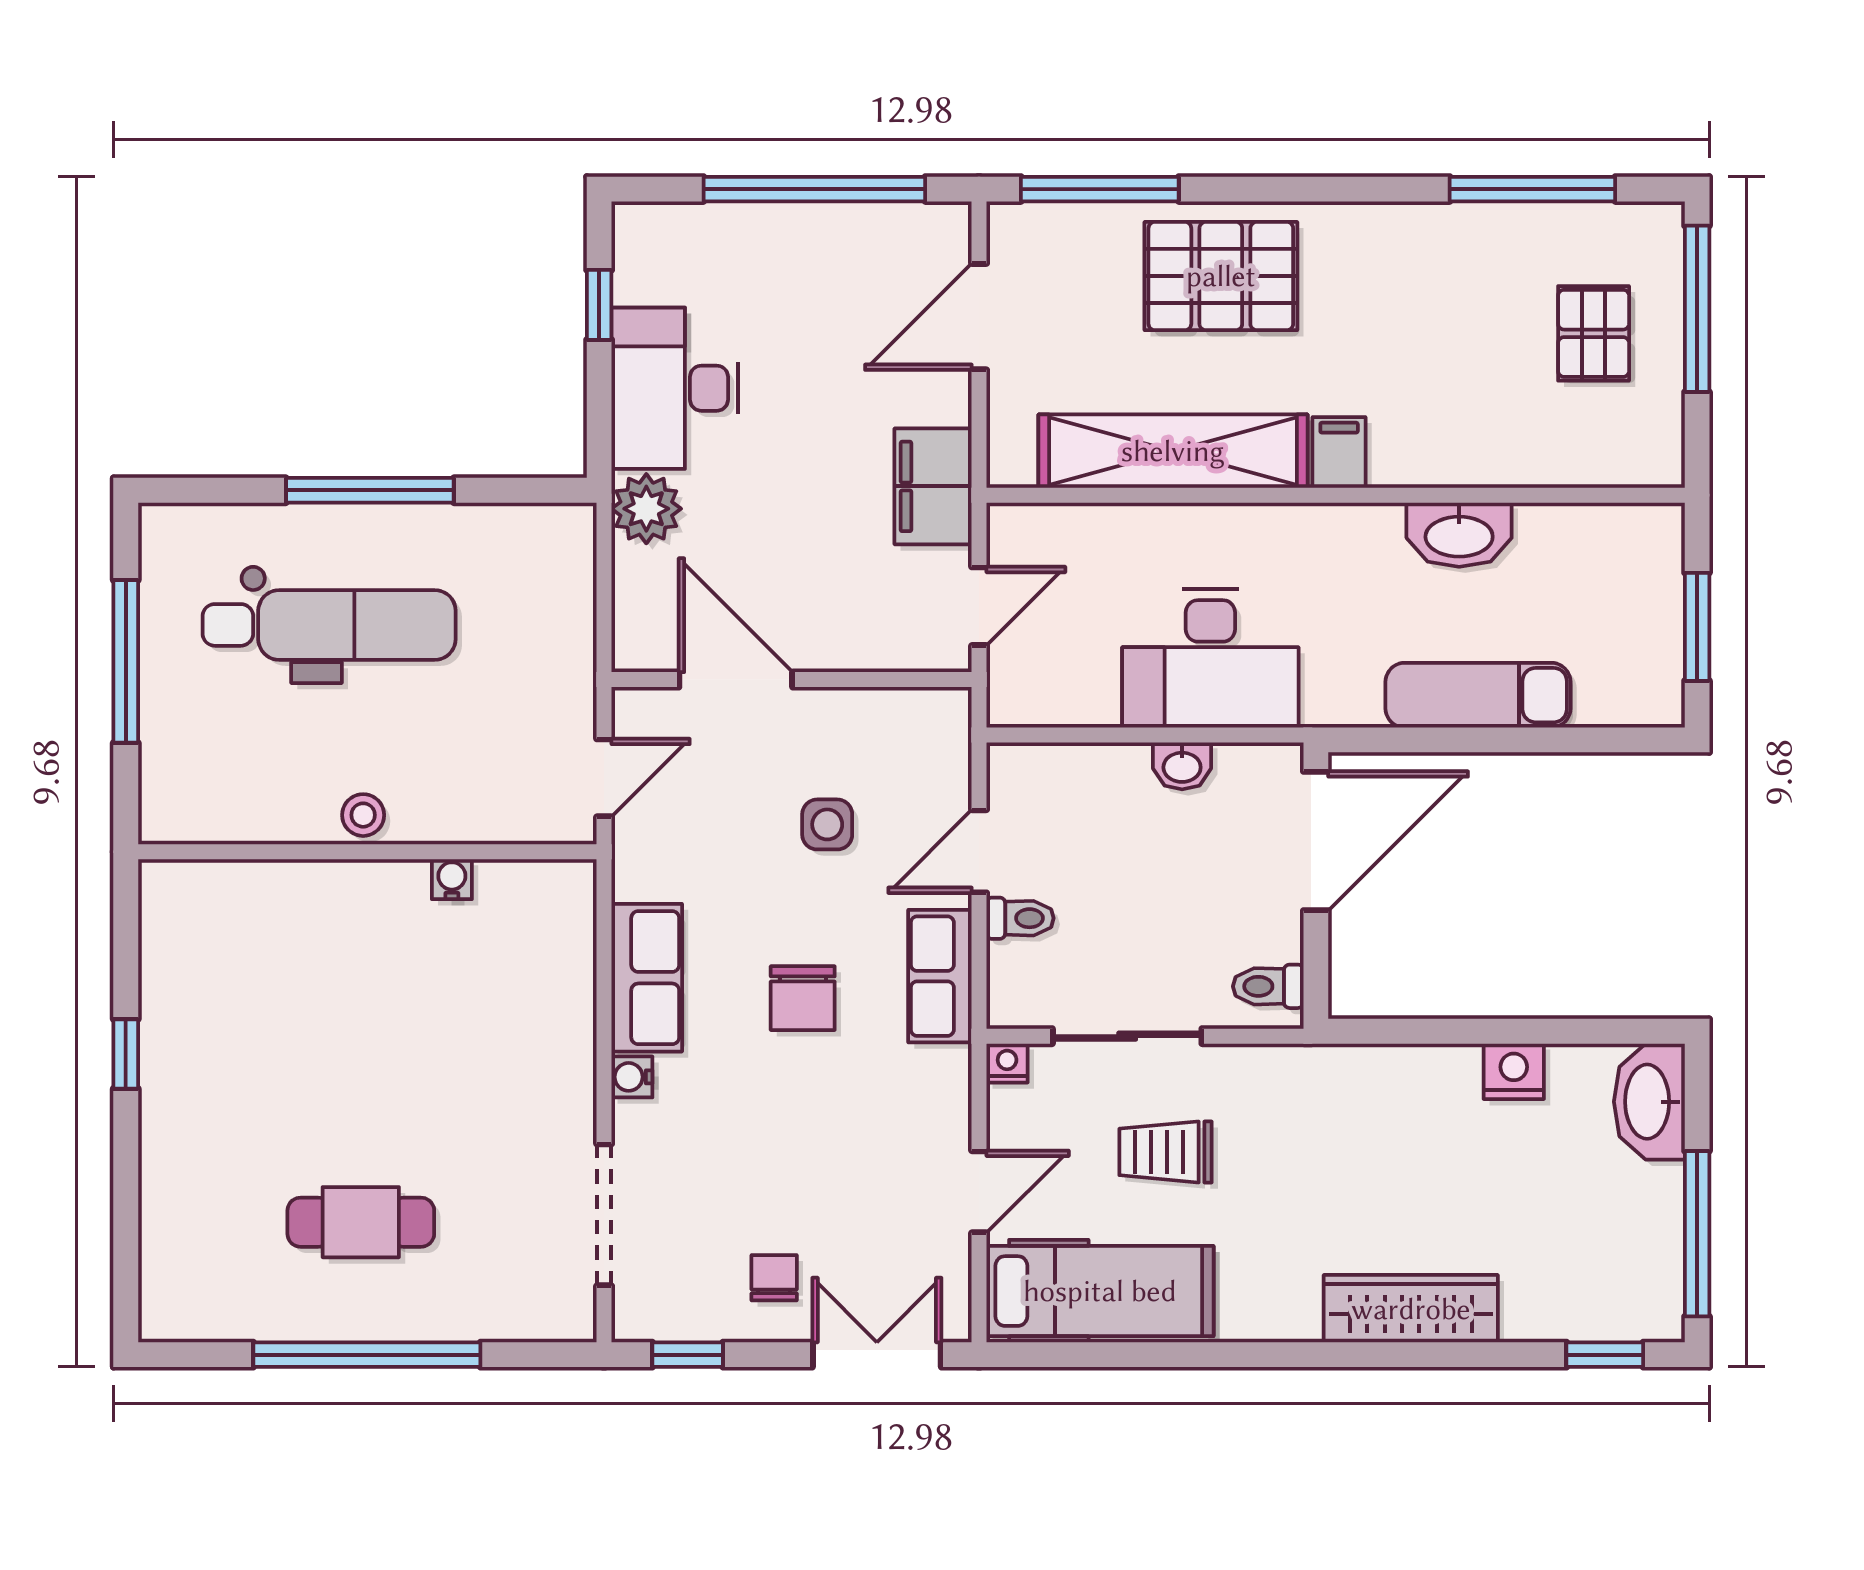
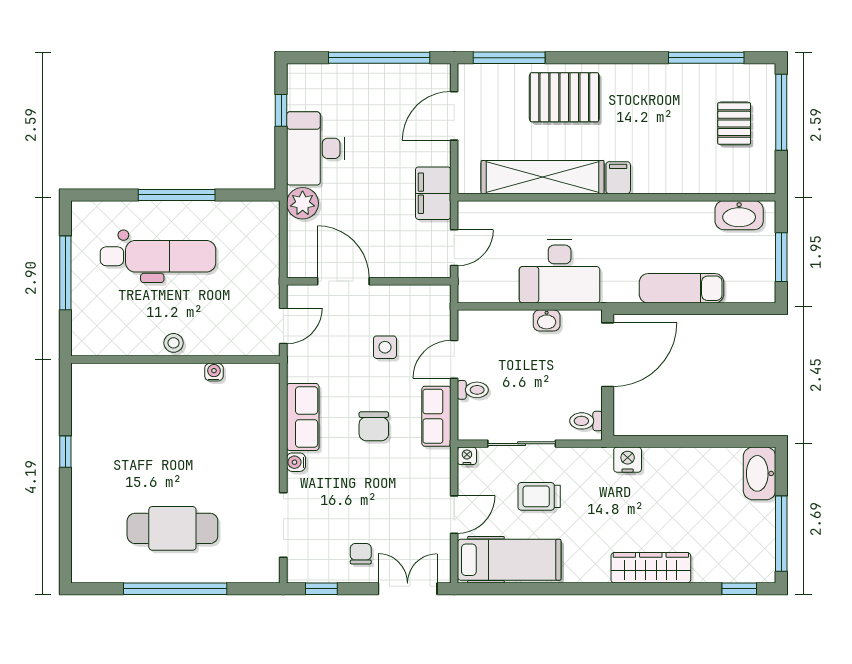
washbasin: (1459, 535) -> (739, 215), moved
nightstand: (1514, 1071) -> (628, 460), moved
cafe table: (361, 1222) -> (172, 528), width x1.37, depth x1.35

